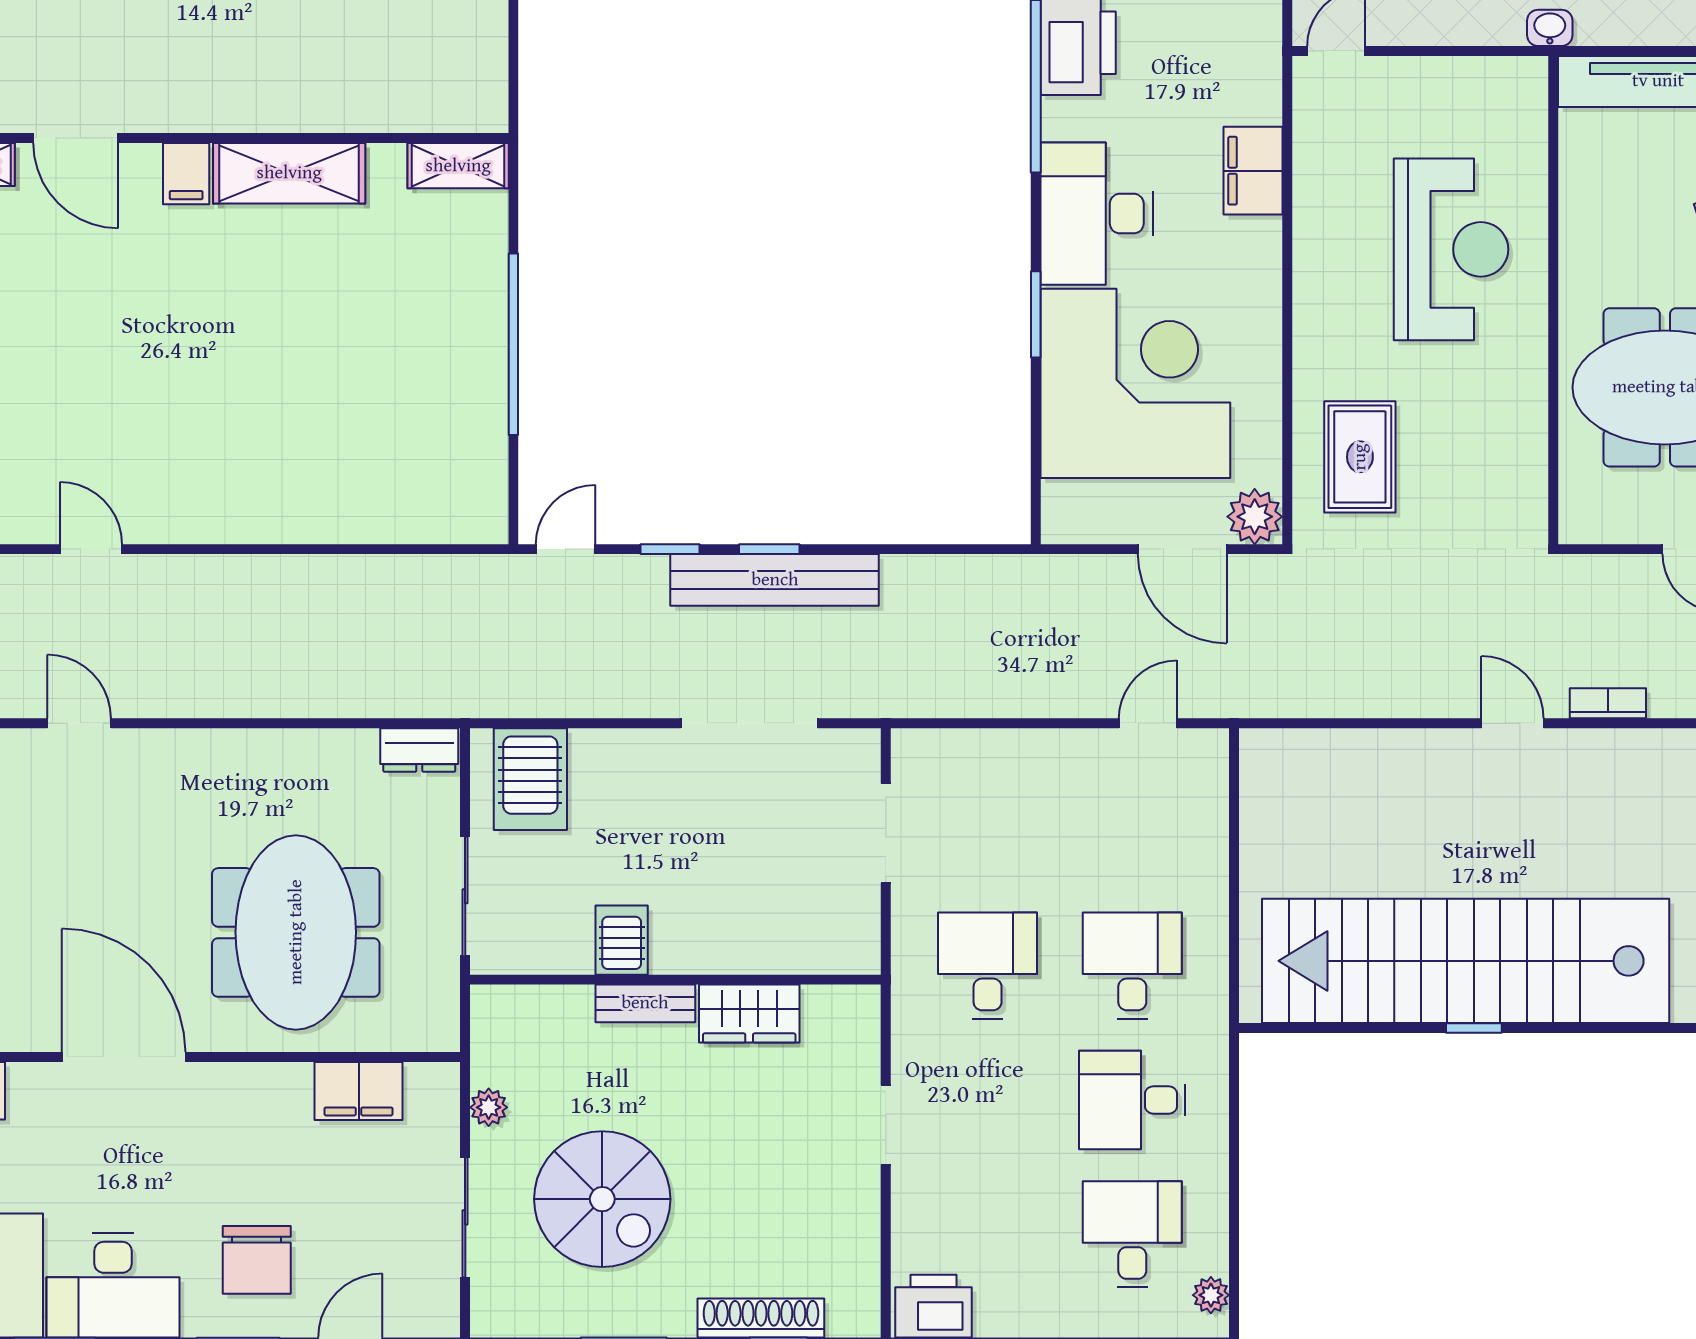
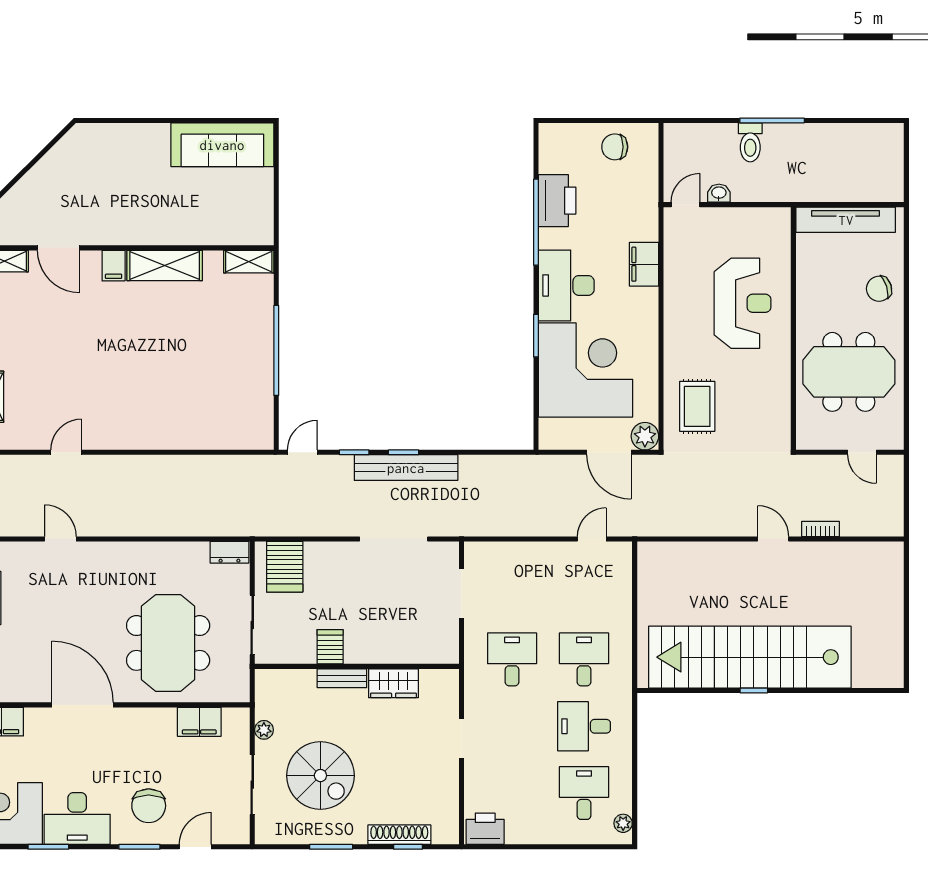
washbasin: (1550, 28) -> (719, 193), moved
door: (91, 549) -> (66, 452), hinge flipped

